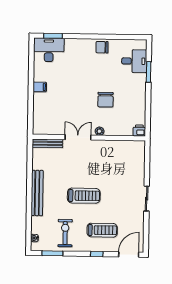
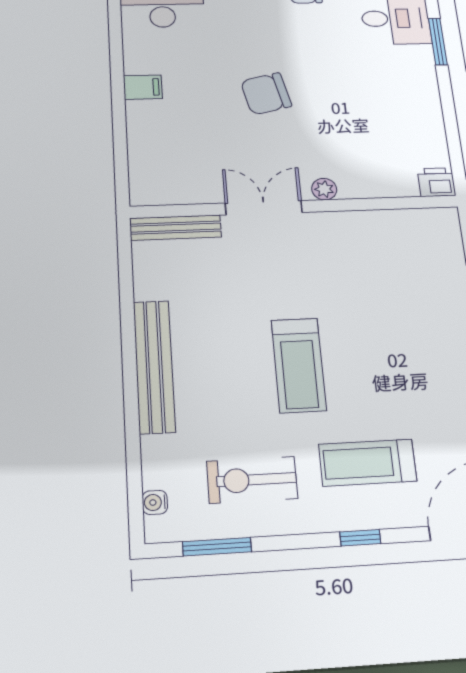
chair: (106, 100) -> (266, 94), moved, turned 77
treadmill: (84, 196) -> (299, 365), turned 90
treadmill: (102, 230) -> (368, 463), turned 180
exercise bike: (65, 233) -> (252, 480), turned -90

